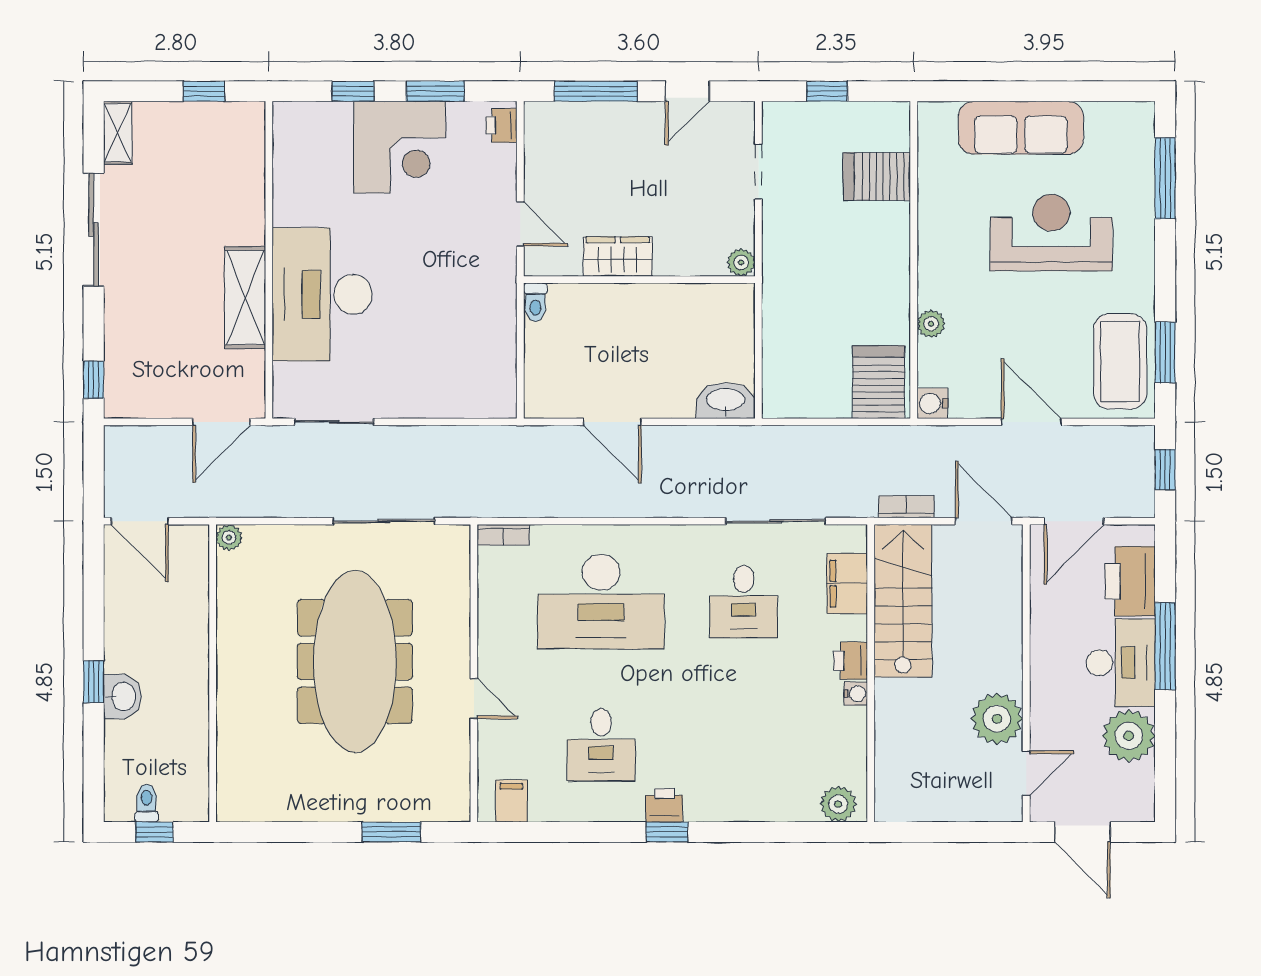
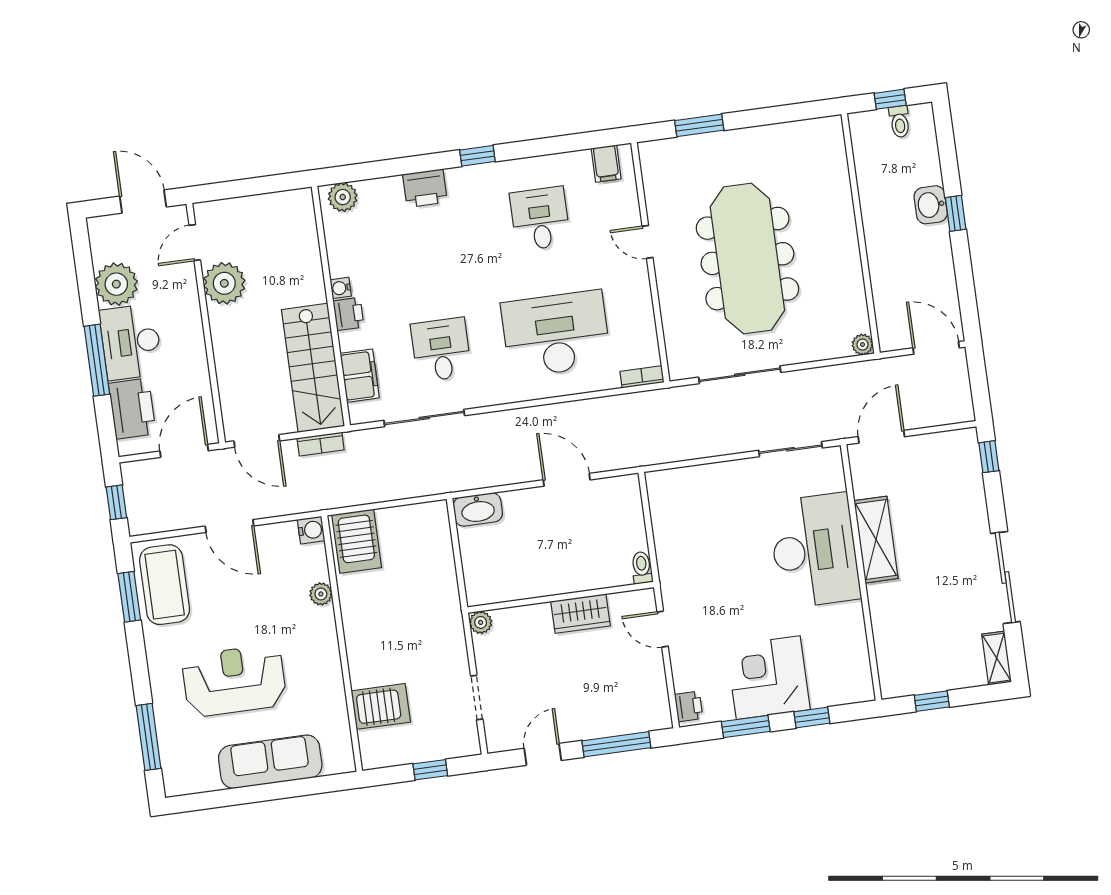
reception desk: (1051, 233) -> (234, 681), turned 180
printer: (664, 805) -> (425, 188), moved, width x1.36, depth x1.24

